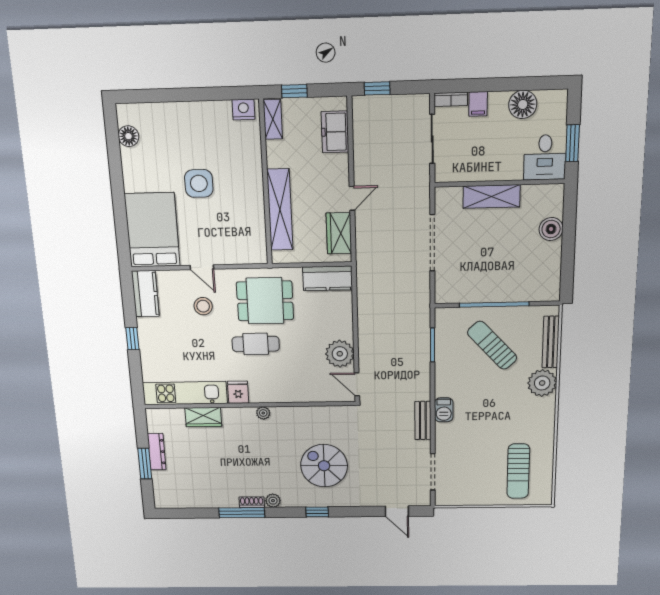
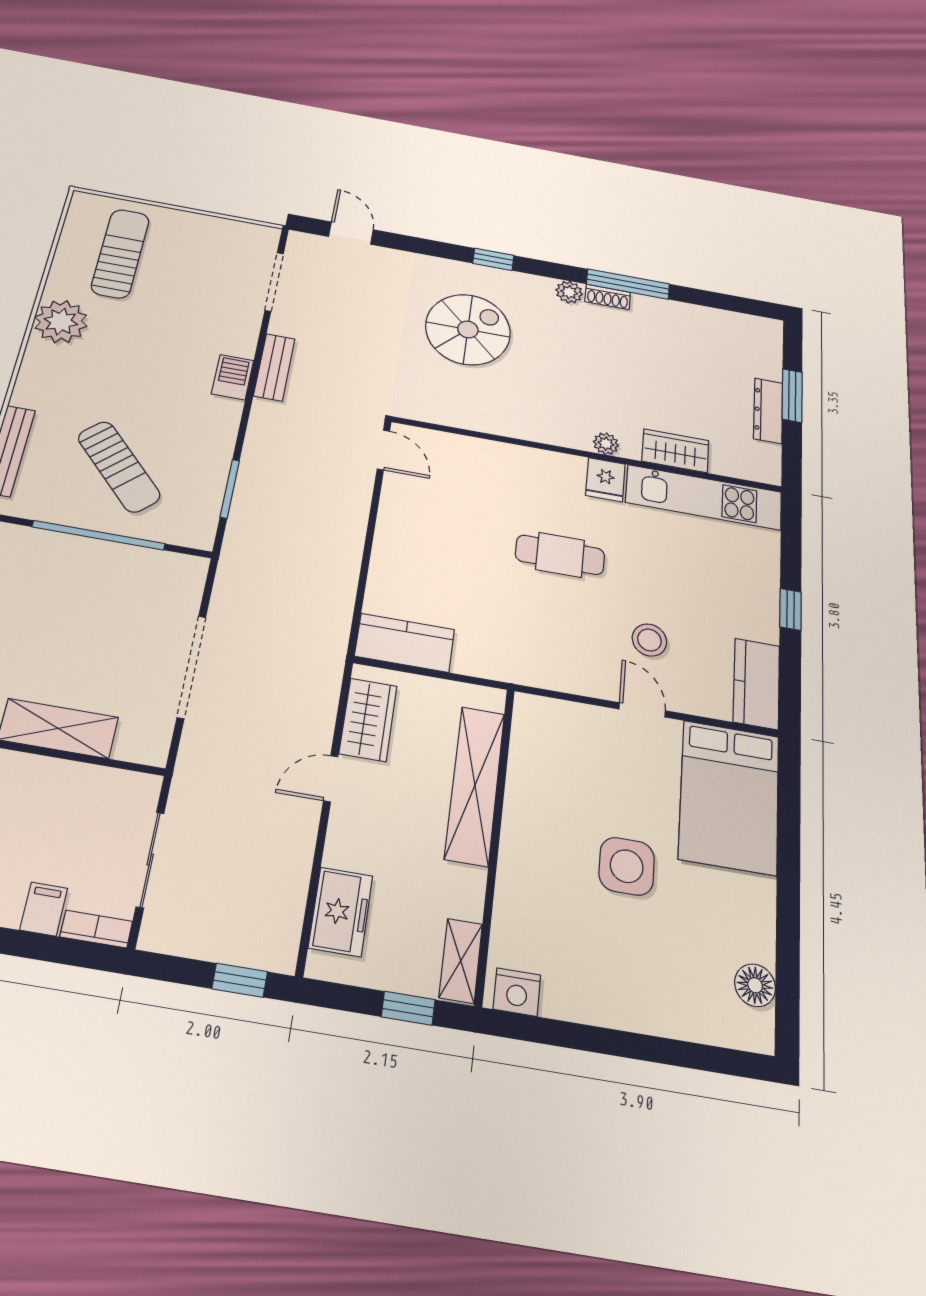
dining table: (265, 301) -> (530, 626), removed
plant: (340, 354) -> (406, 508), removed
plant: (542, 383) -> (61, 322), moved
plant: (263, 413) -> (606, 444), moved
spiral stairs: (324, 466) -> (468, 329), turned -90

